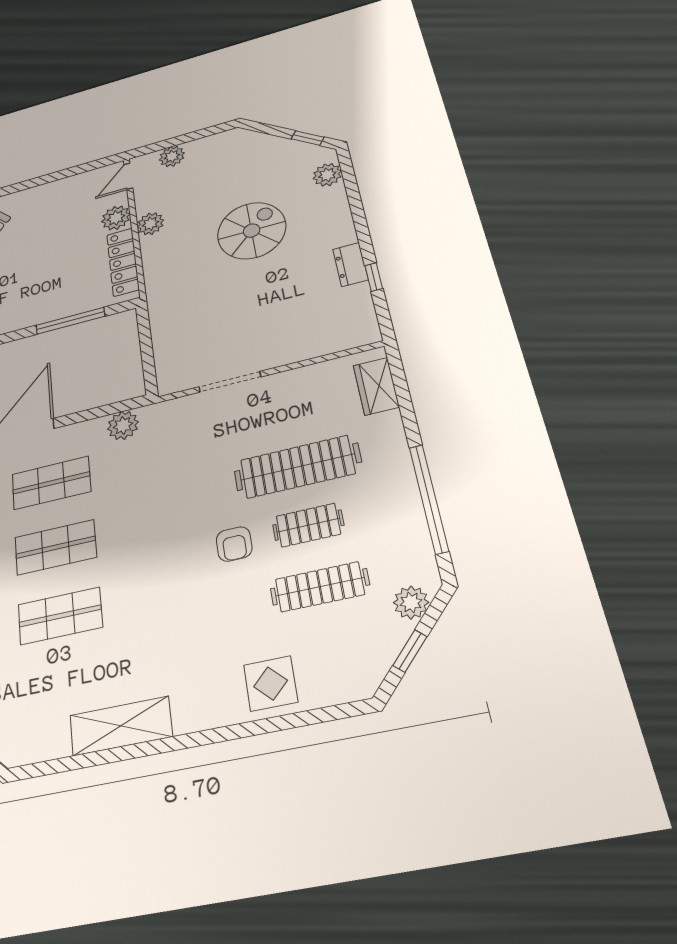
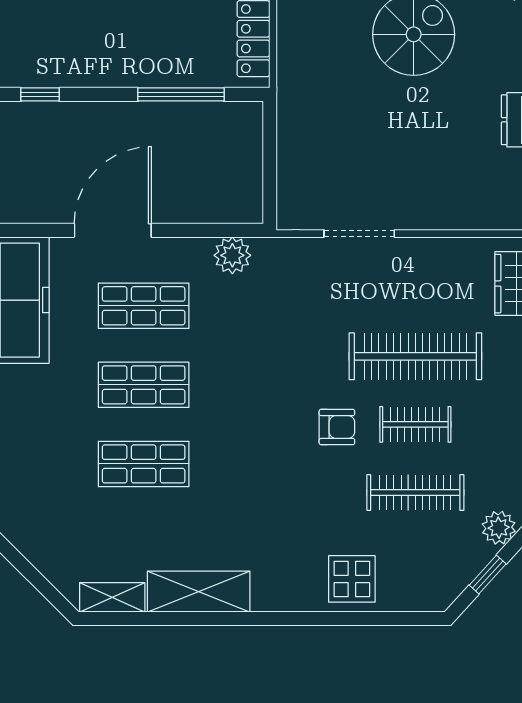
armchair: (234, 544) -> (337, 427), turned -90
shelving: (39, 748) -> (112, 597), added

